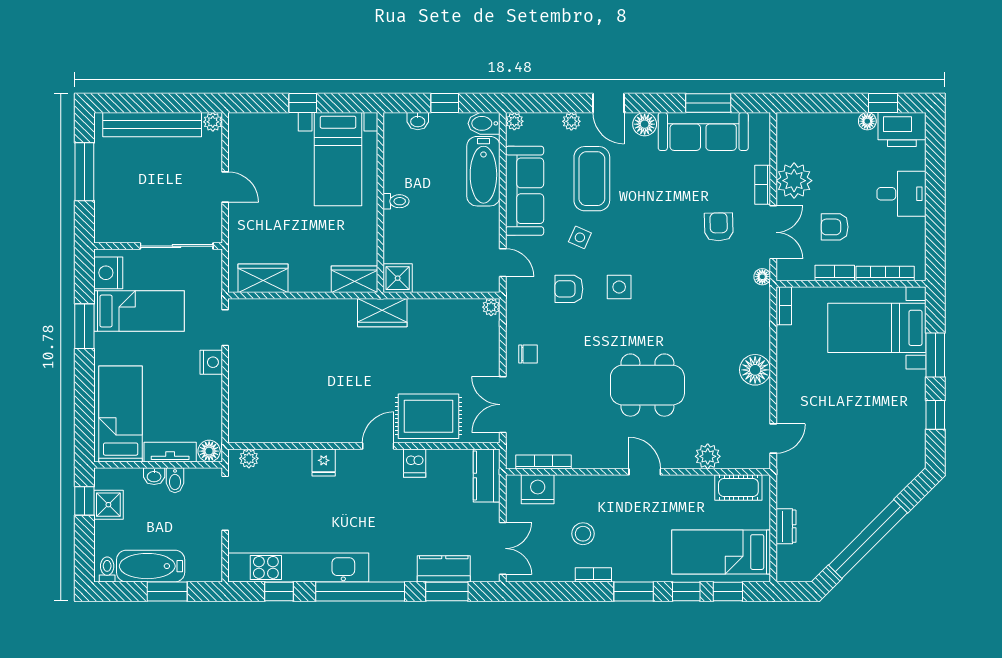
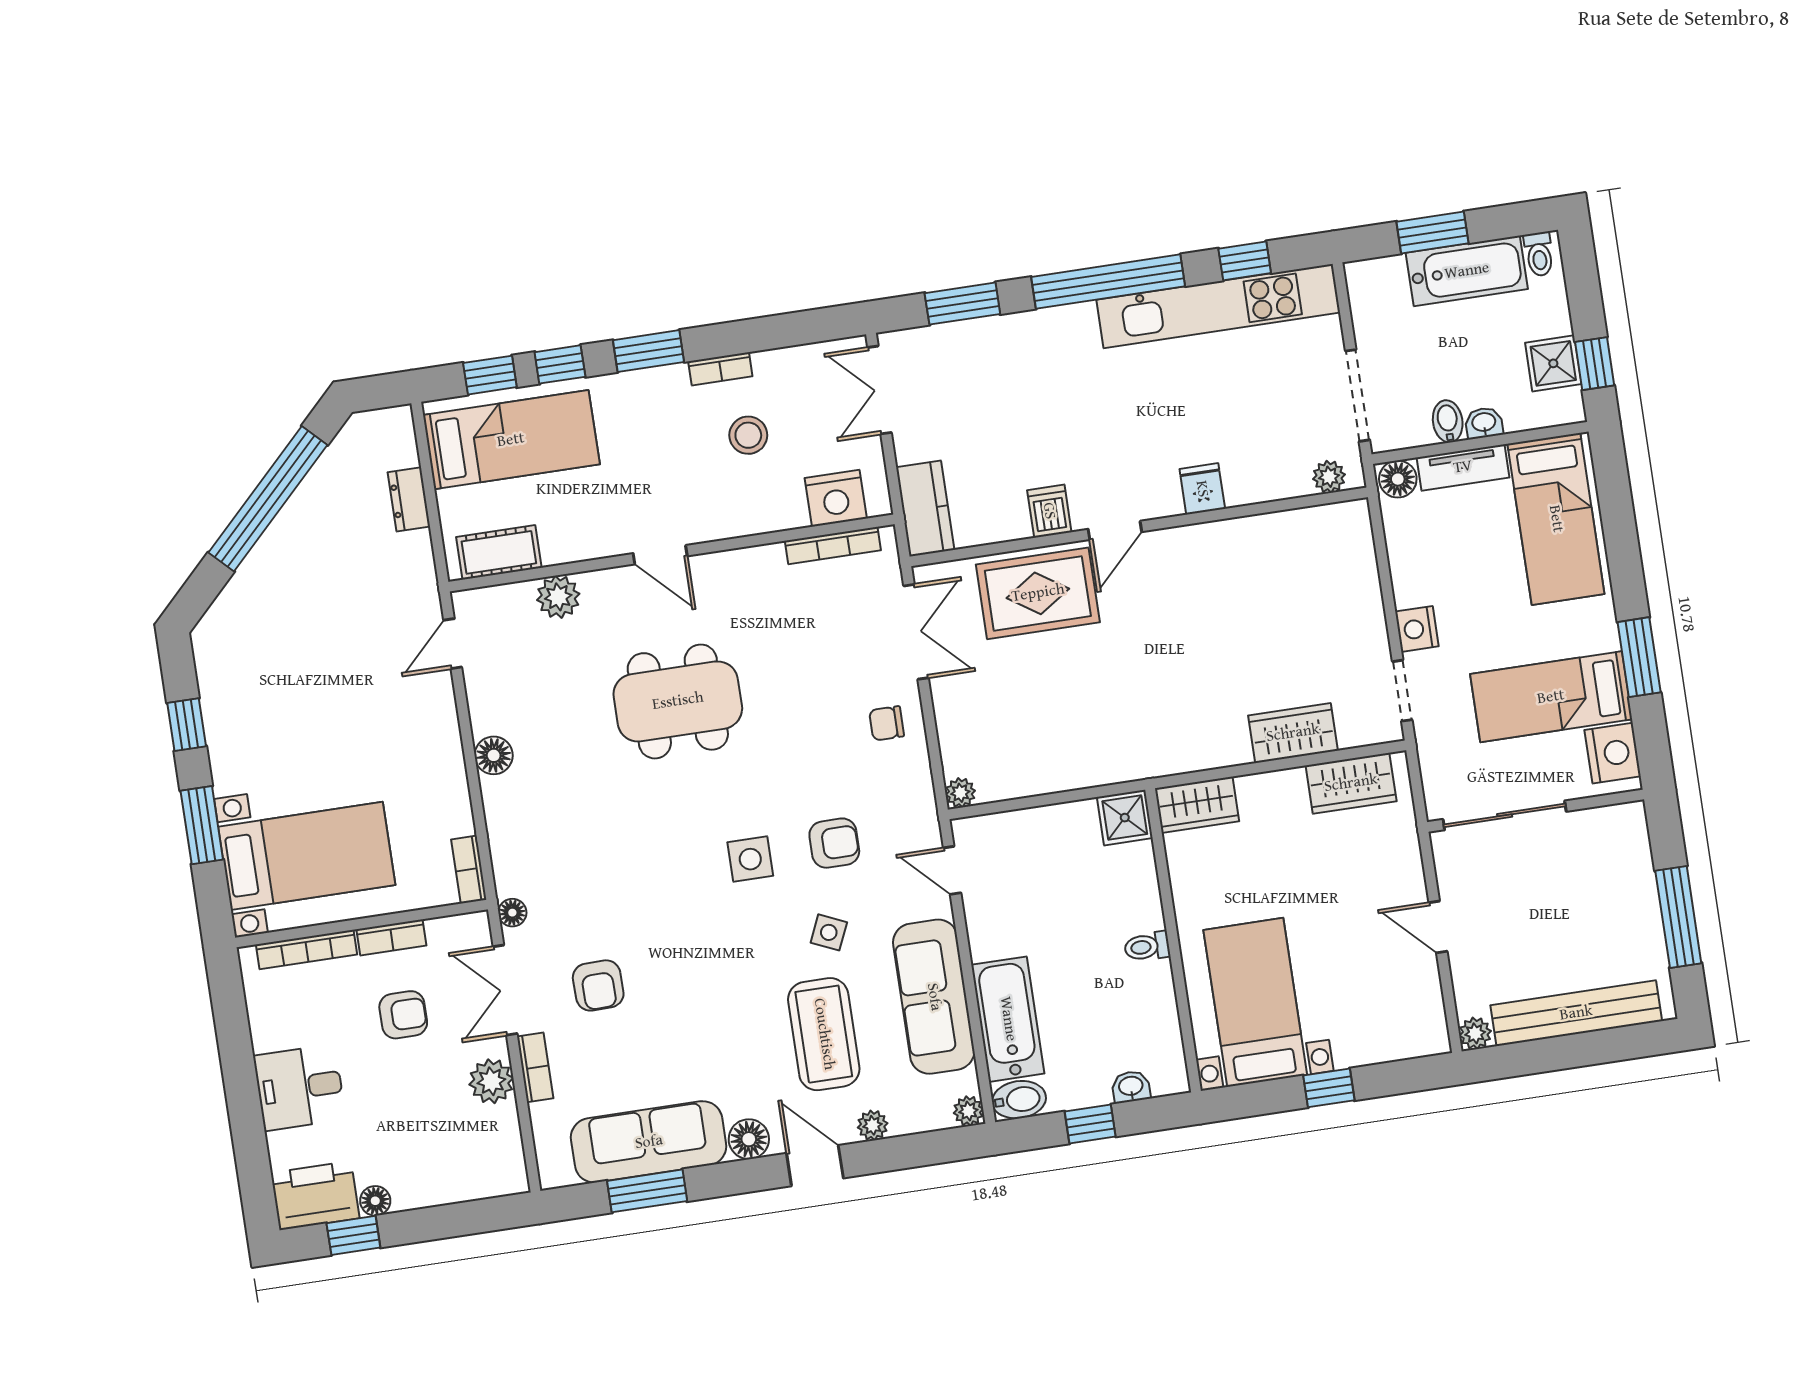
plant: (794, 181) -> (491, 1081), width x0.73, depth x0.73
wardrobe: (382, 313) -> (1293, 733), moved
floor lamp: (755, 370) -> (494, 755), width x0.73, depth x0.73
kitchen counter: (444, 569) -> (973, 341), removed

